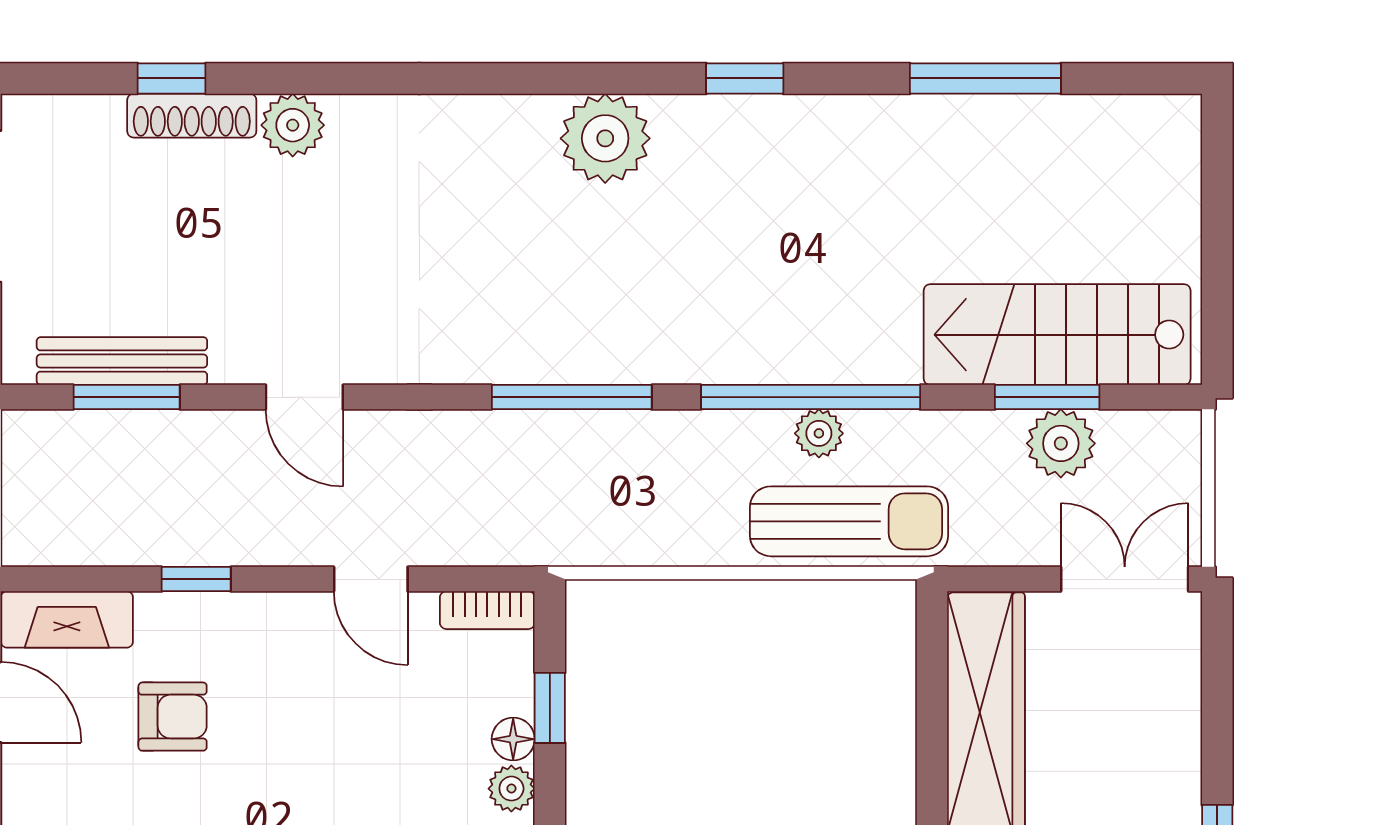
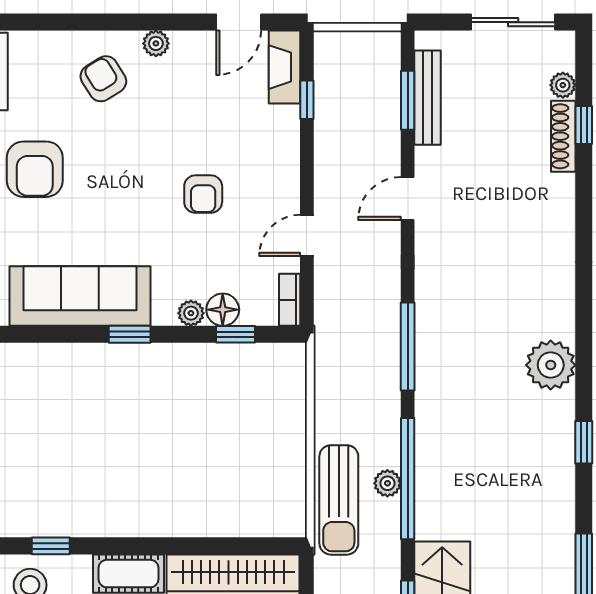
plant: (293, 125) -> (563, 85), moved, width x0.73, depth x0.73
window: (196, 579) -> (307, 100), moved
armchair: (173, 717) -> (203, 194), moved
floor lamp: (513, 739) -> (223, 310), width x1.37, depth x1.37

